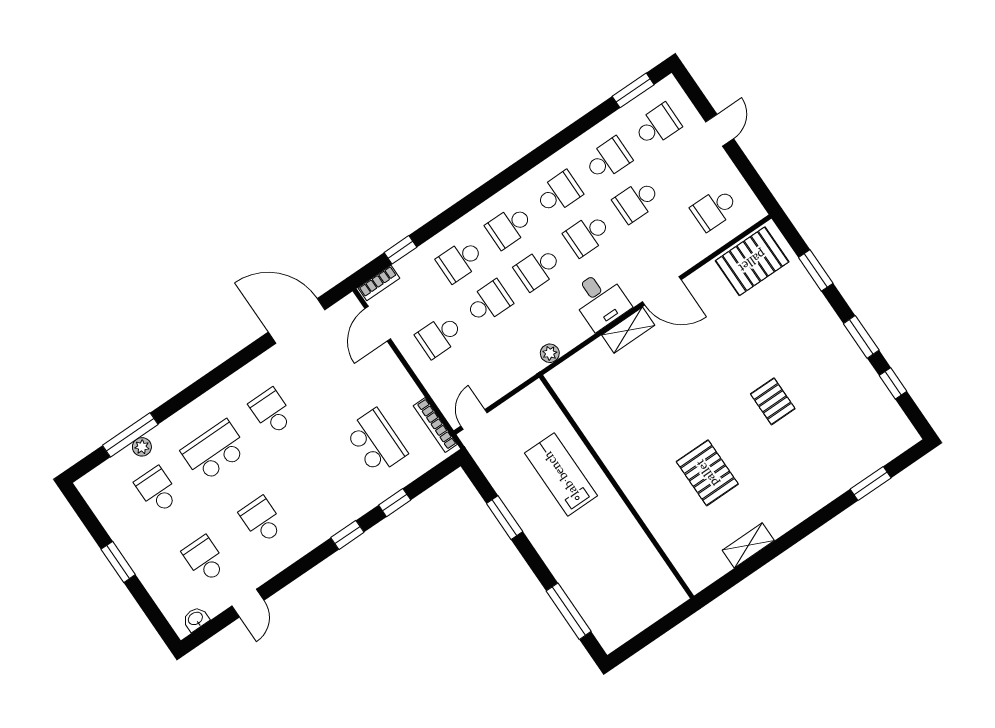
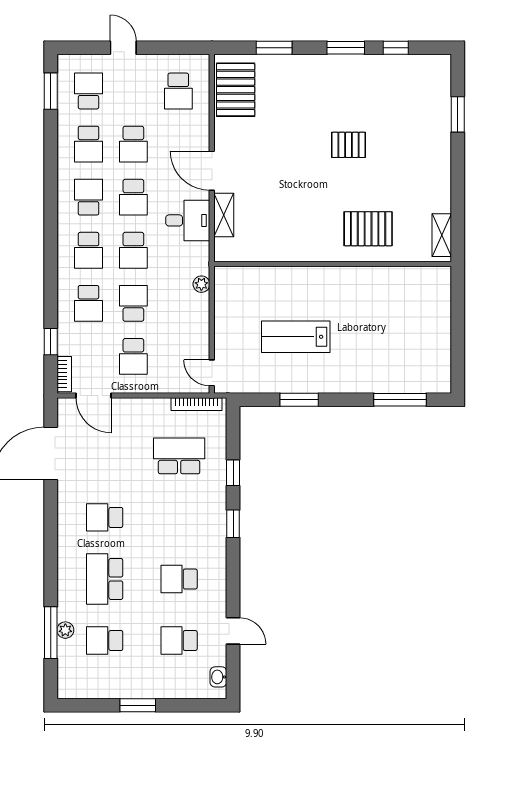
school desk: (608, 159) -> (88, 144), turned 180
door: (662, 291) -> (212, 171), swing flipped
wall: (617, 487) -> (333, 264), moved

